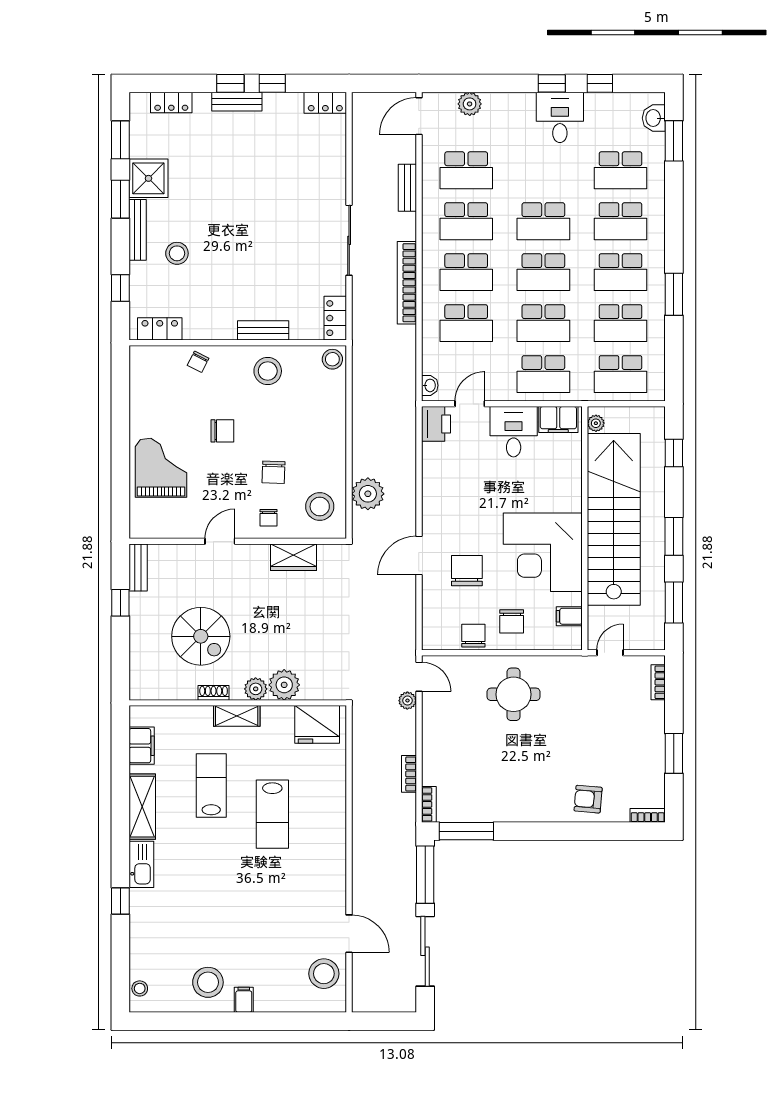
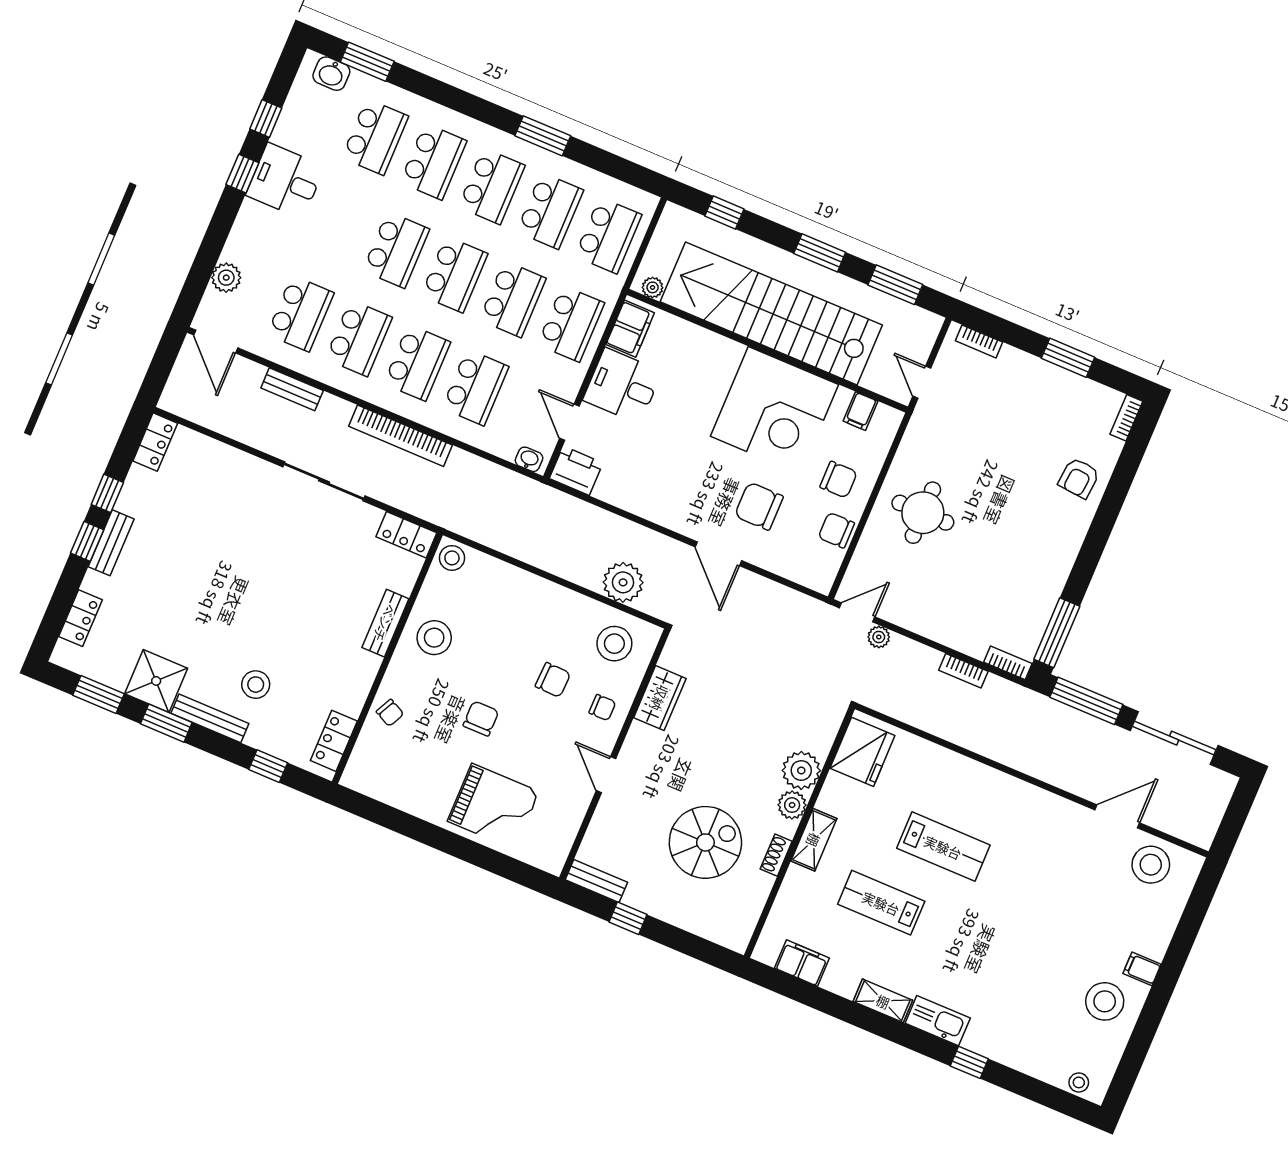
grand piano: (161, 468) -> (493, 806), turned 180
shelving: (142, 807) -> (883, 1001), width x0.67, depth x0.75

